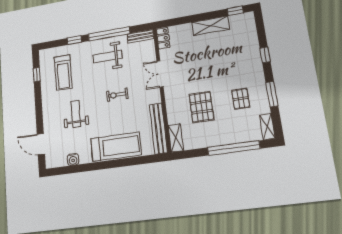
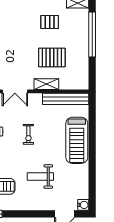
shelving: (176, 138) -> (46, 84), moved
treadmill: (116, 147) -> (77, 140), turned 180
water cooler: (73, 159) -> (83, 205), moved

